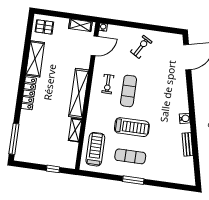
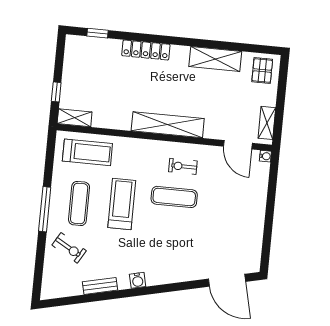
exercise bike: (141, 47) -> (69, 248), moved
locker: (29, 93) -> (146, 50), moved
treadmill: (132, 127) -> (122, 204), turned 180
shelving: (75, 130) -> (75, 118), moved
window: (14, 139) -> (97, 33), width x0.46
window: (133, 180) -> (45, 209), width x1.44

